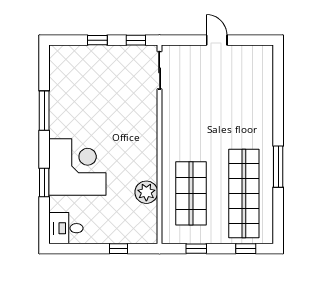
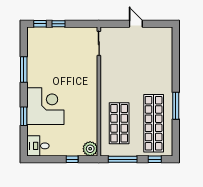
window: (136, 40) -> (40, 24), moved
plant: (146, 192) -> (90, 149), moved
window: (196, 249) -> (123, 159), width x2.17

